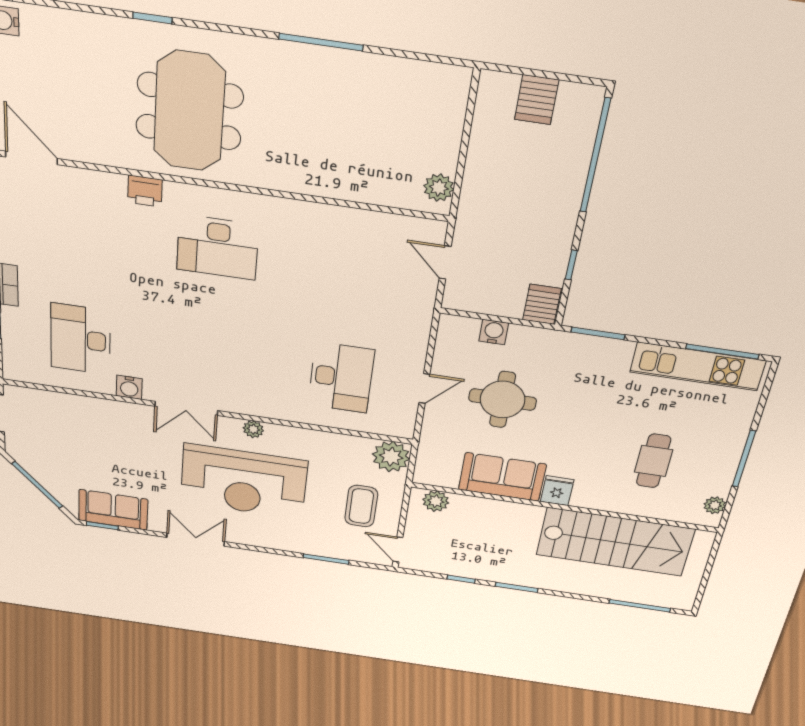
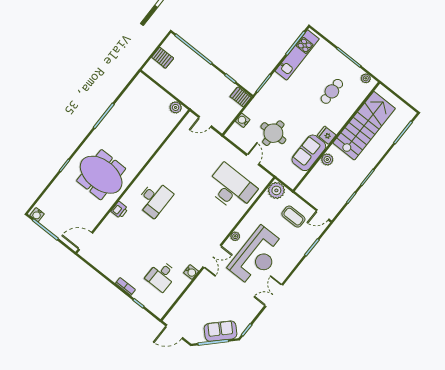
desk: (81, 339) -> (161, 276), width x0.73
desk: (341, 377) -> (231, 188), width x1.36, depth x1.30
cafe table: (654, 461) -> (332, 91), turned 90
plant: (436, 501) -> (327, 160), moved
sofa: (113, 510) -> (220, 331), moved, turned 45

